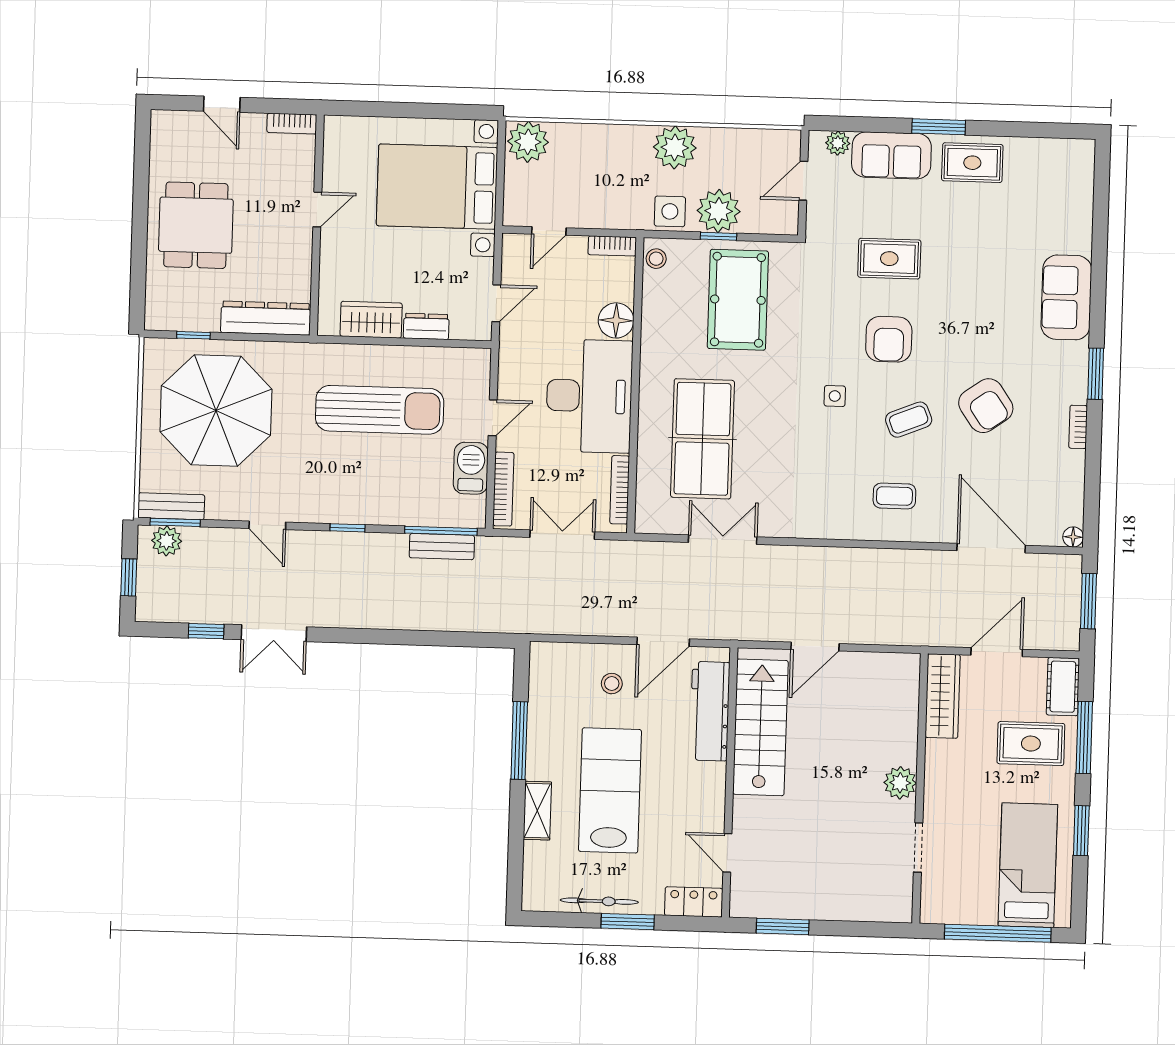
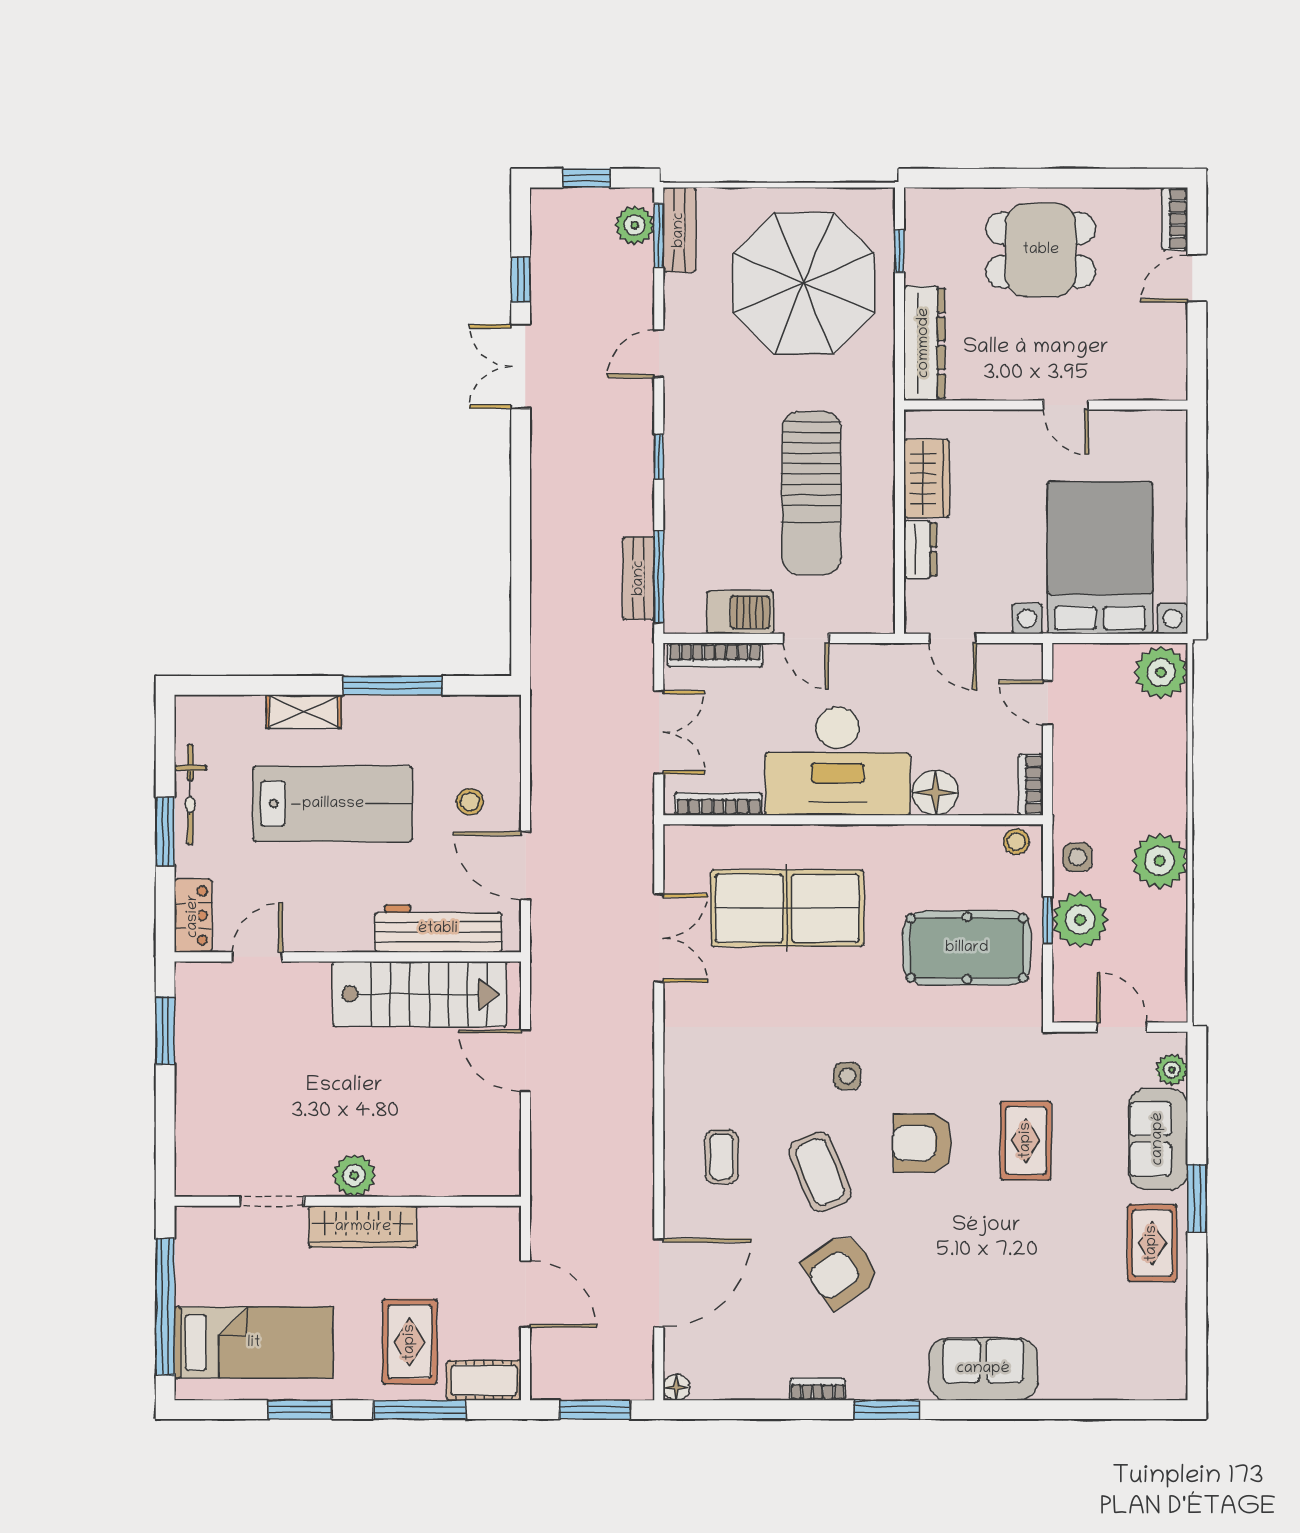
bookcase: (292, 124) -> (1175, 219), moved
side table: (670, 211) -> (1077, 857), width x0.73, depth x0.73
coffee table: (909, 420) -> (820, 1172), width x1.36, depth x1.30
wardrobe: (943, 696) -> (363, 1227), moved

